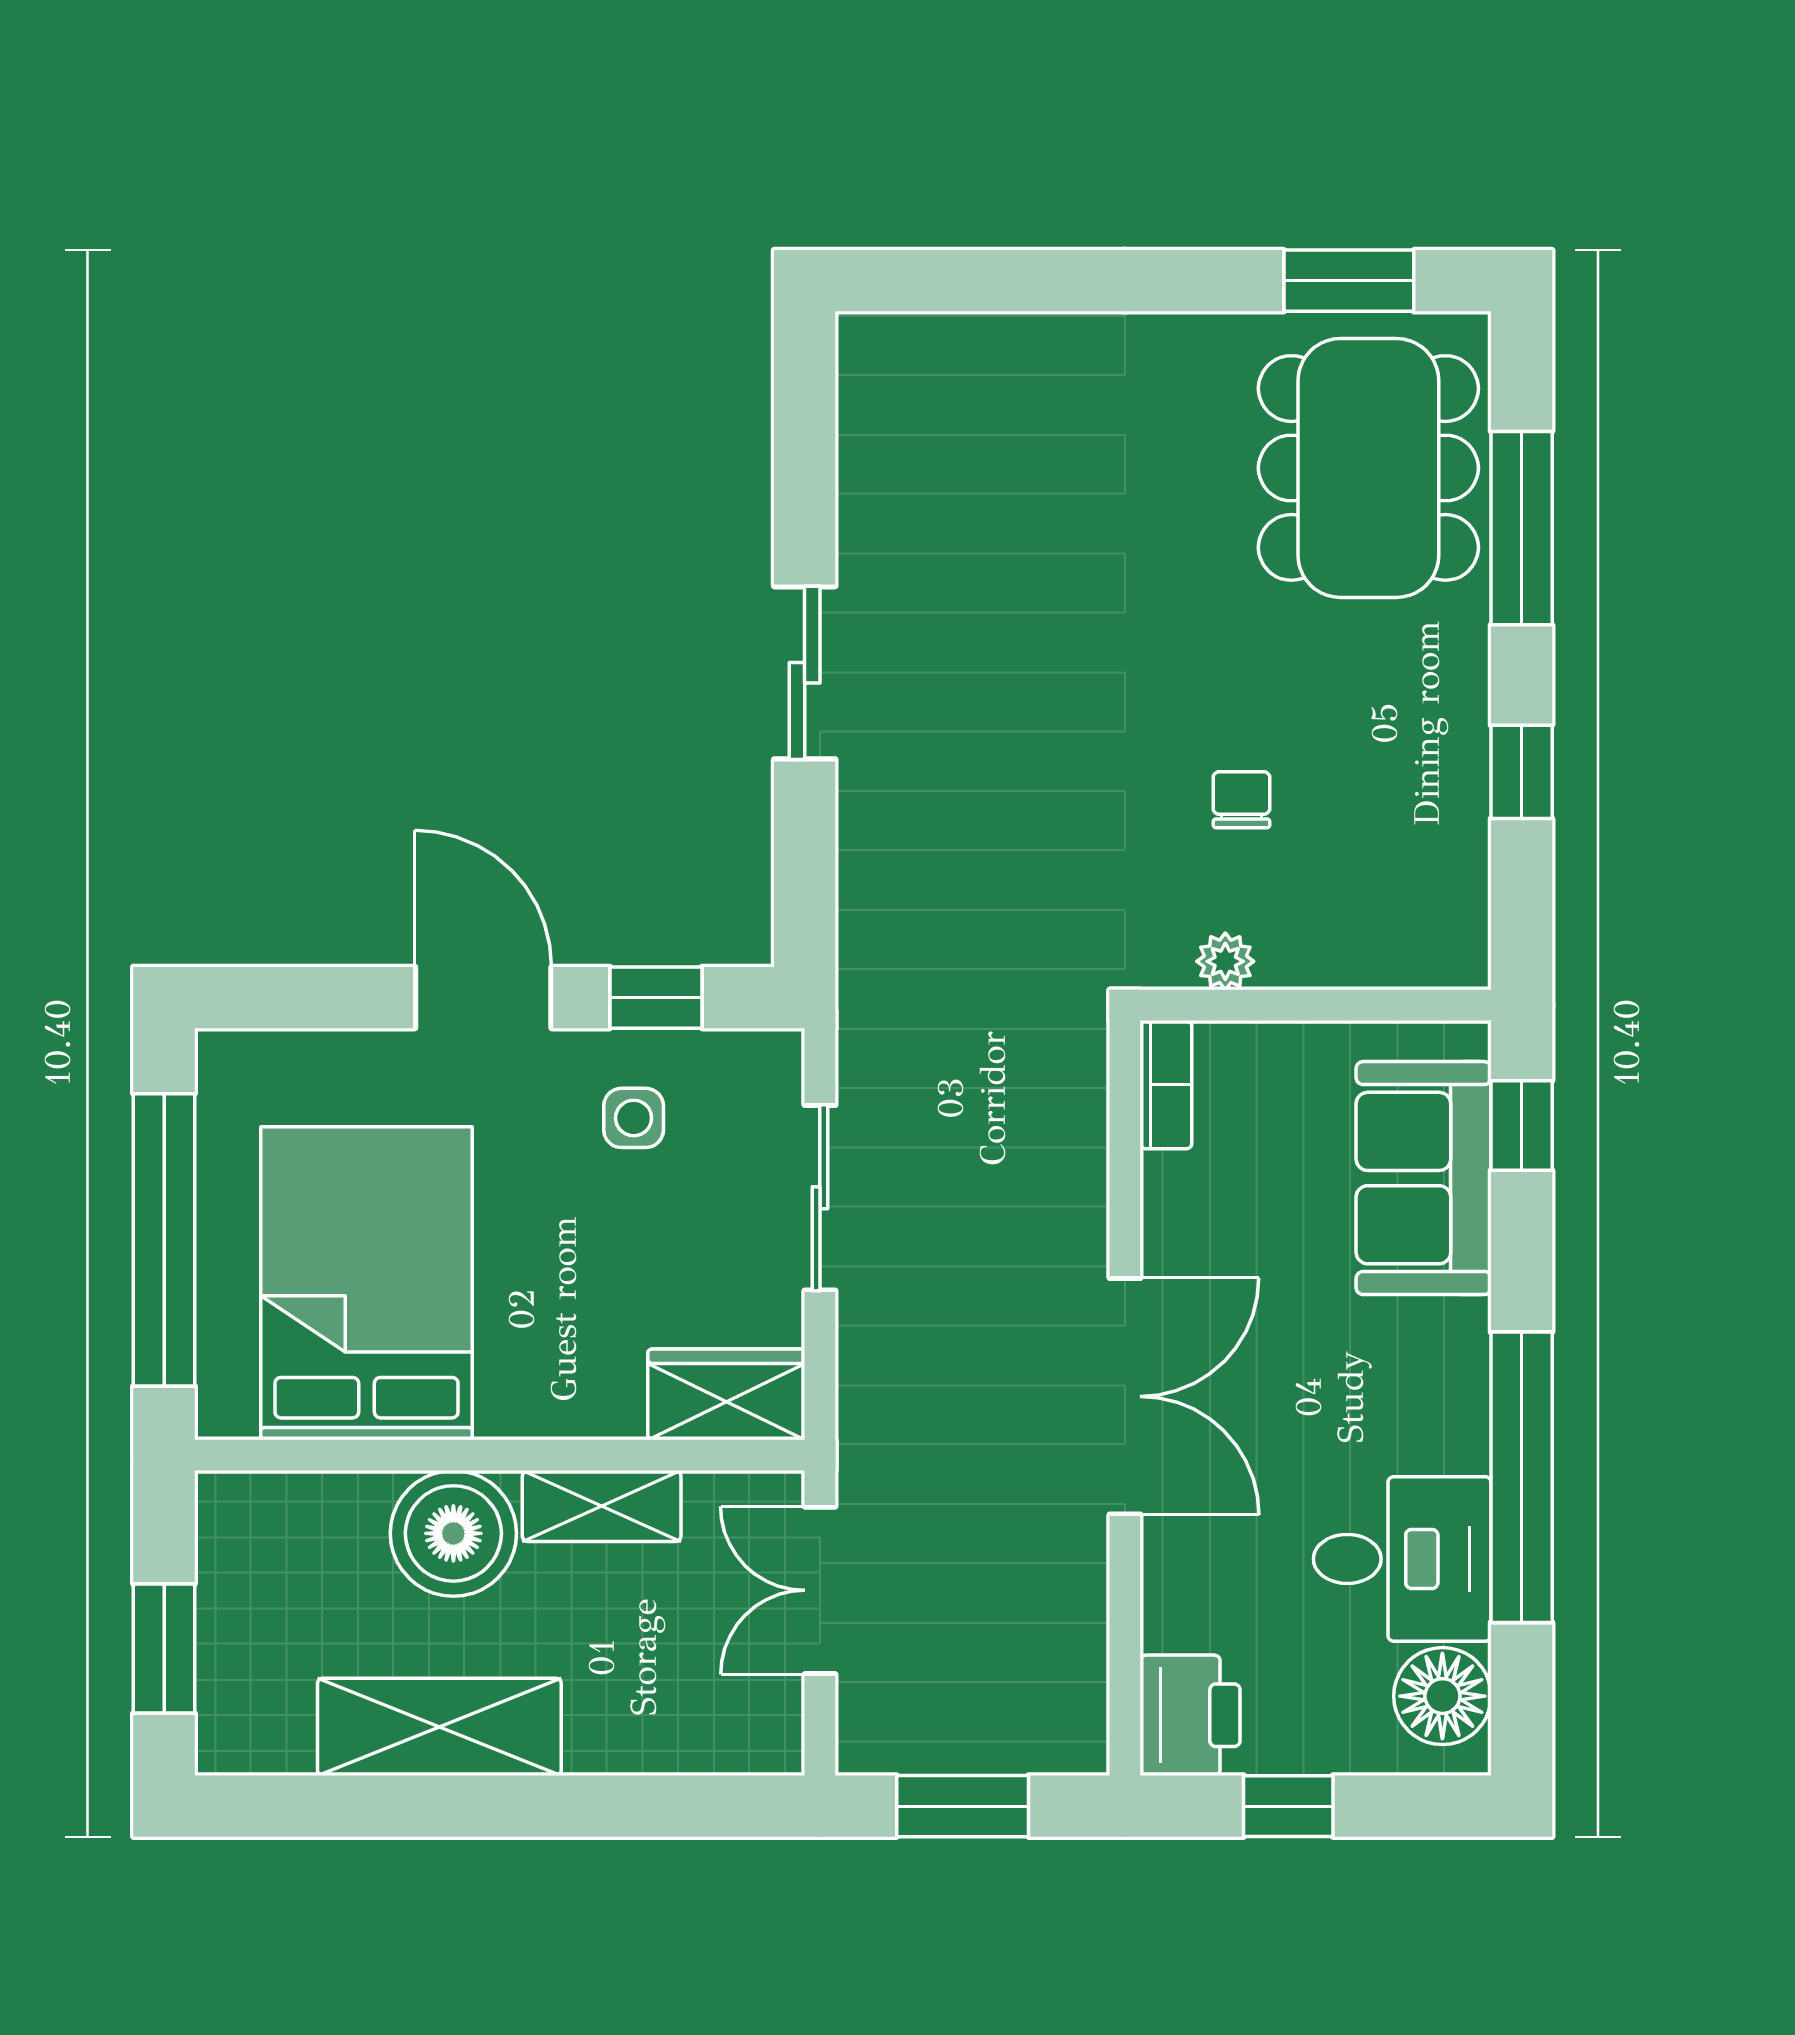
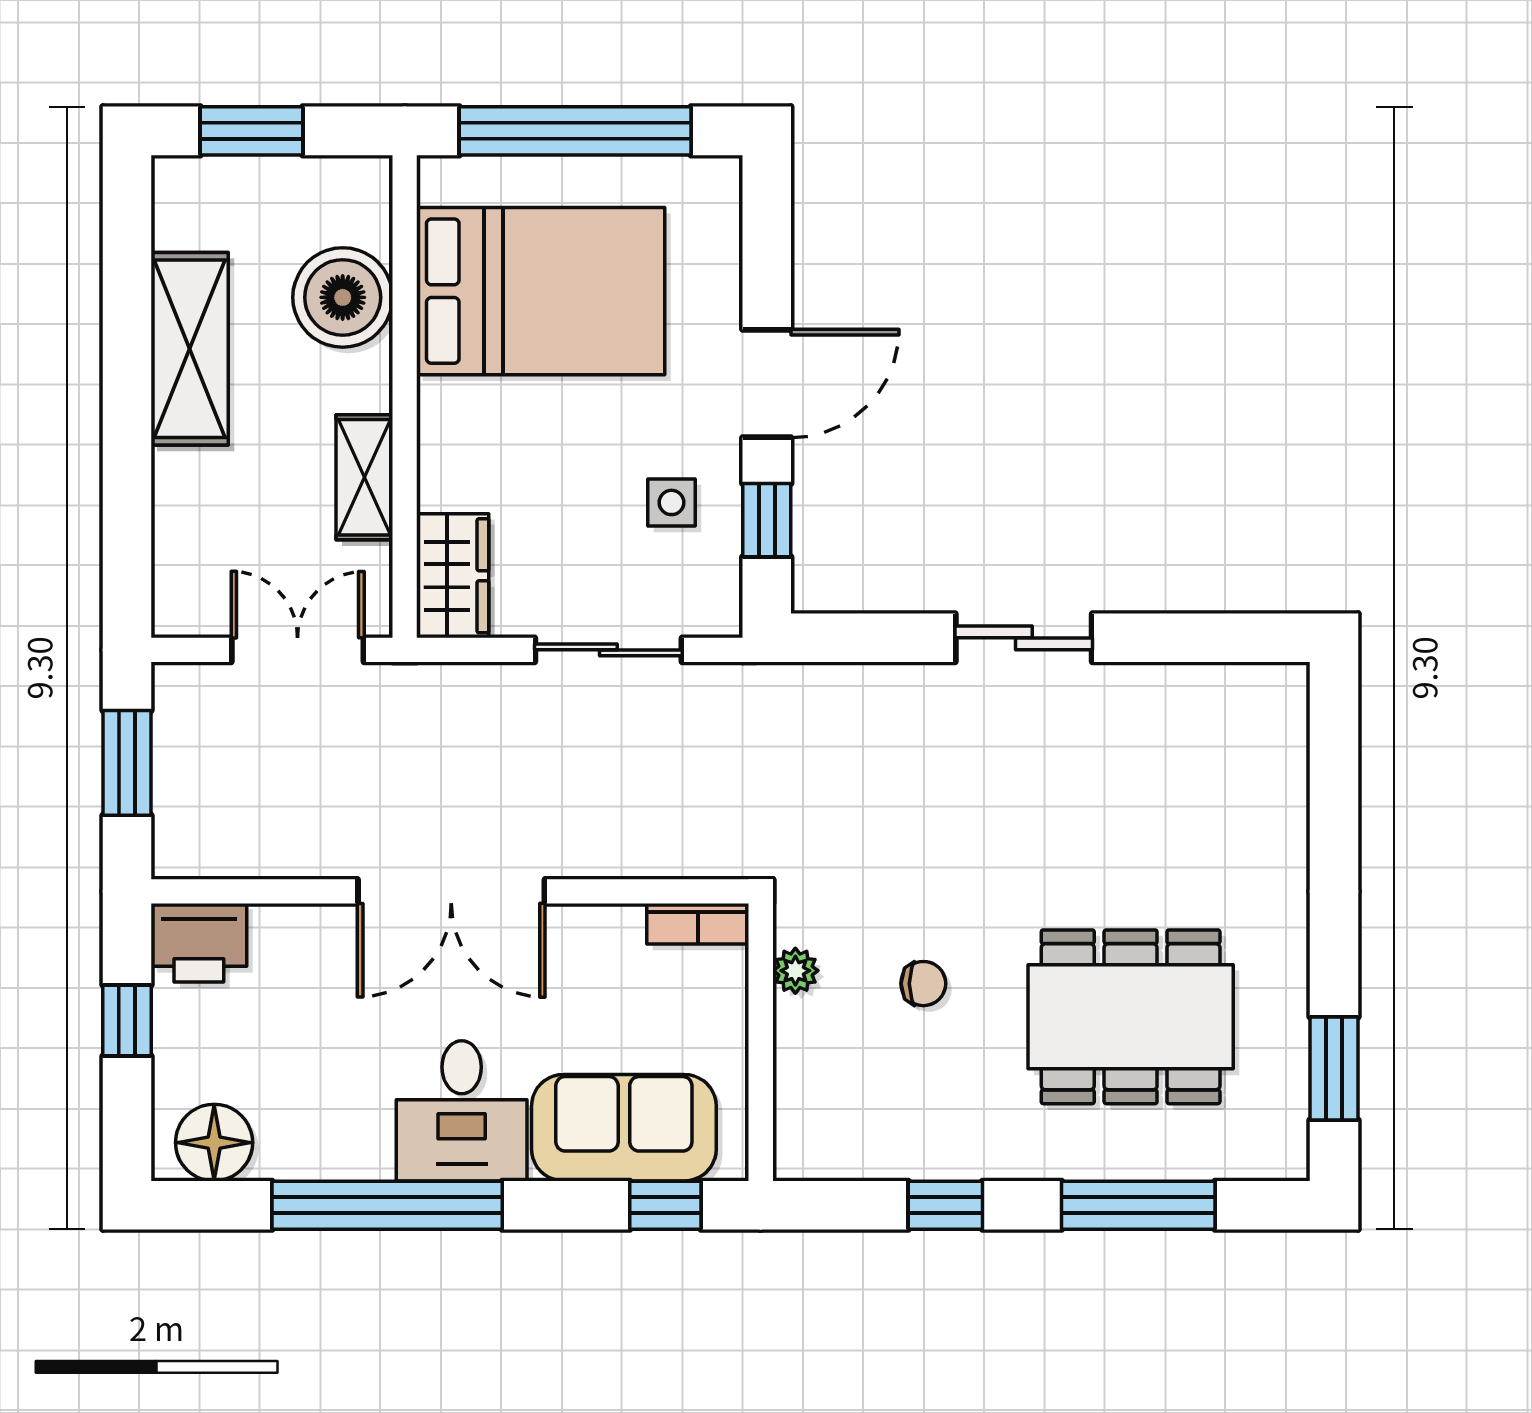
dining table: (1368, 468) -> (1131, 1017), moved
boiler: (453, 1533) -> (343, 297), moved
desk: (1402, 1559) -> (462, 1111), moved

